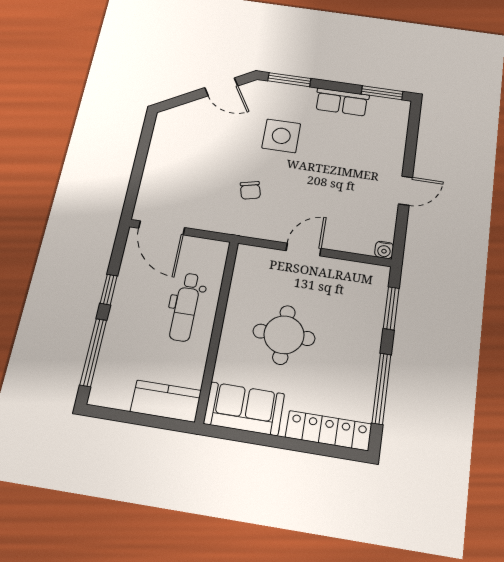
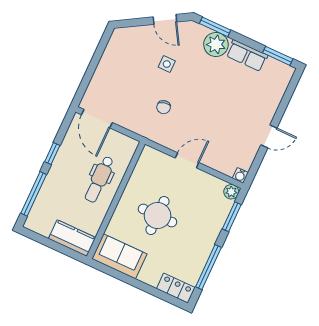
plant: (297, 99) -> (216, 44), added
side table: (281, 136) -> (167, 64), moved, width x0.54, depth x0.54
plant: (379, 275) -> (231, 192), added
locker: (329, 431) -> (176, 288), width x0.66

